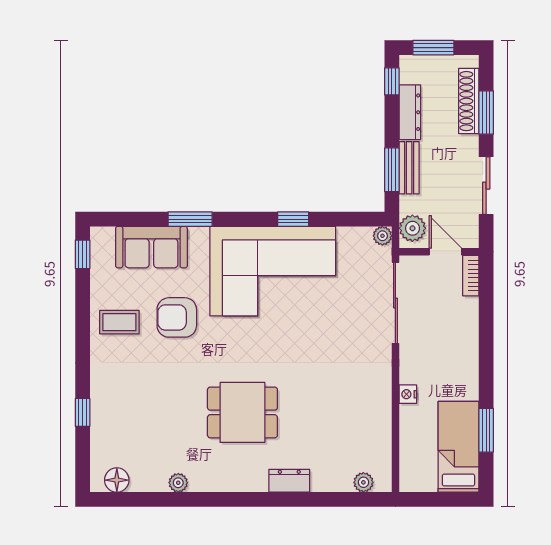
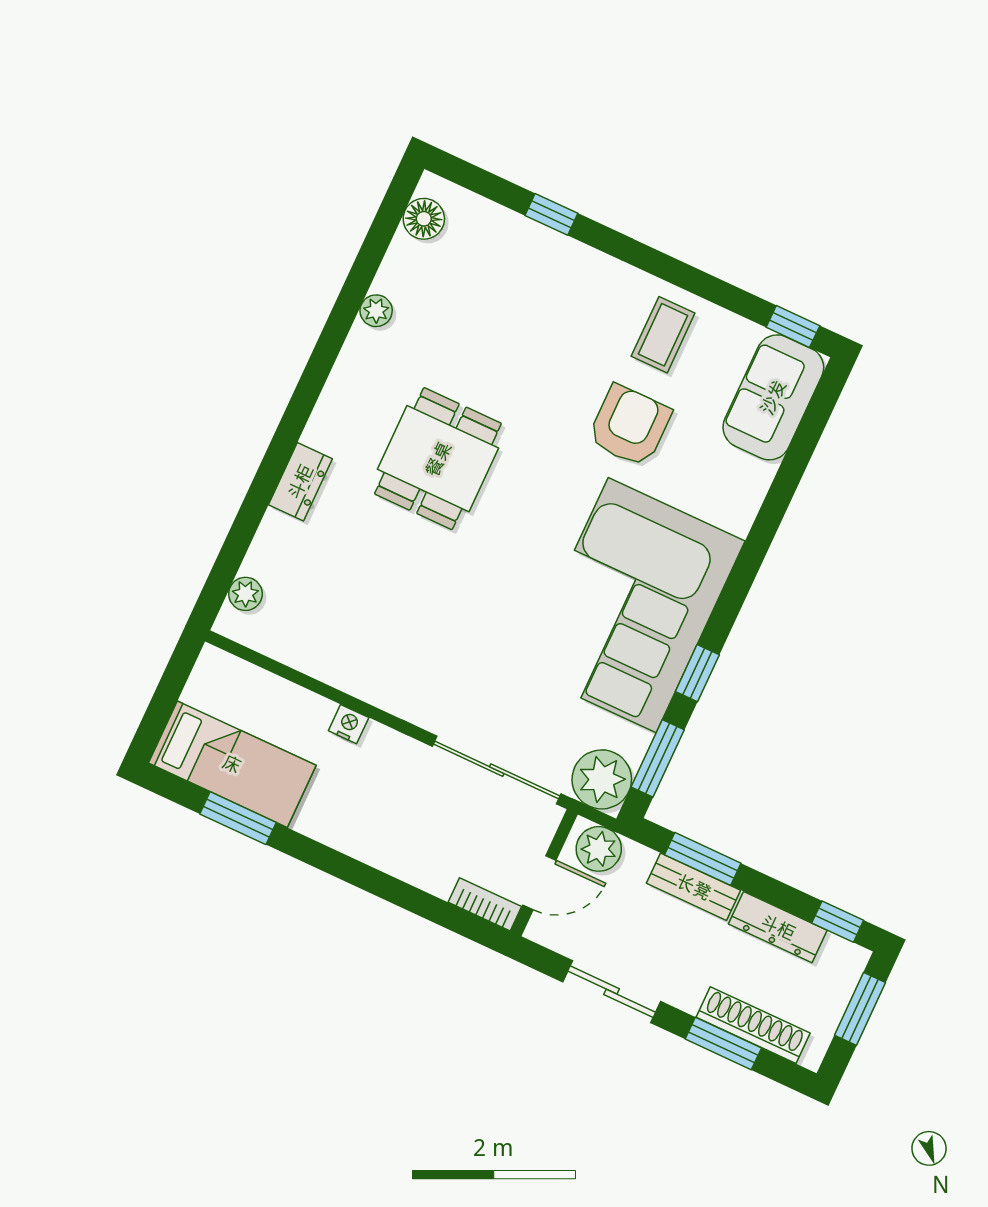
window: (190, 219) -> (658, 758), moved
plant: (382, 236) -> (602, 779), width x1.88, depth x1.88
sofa: (151, 247) -> (773, 397), moved

